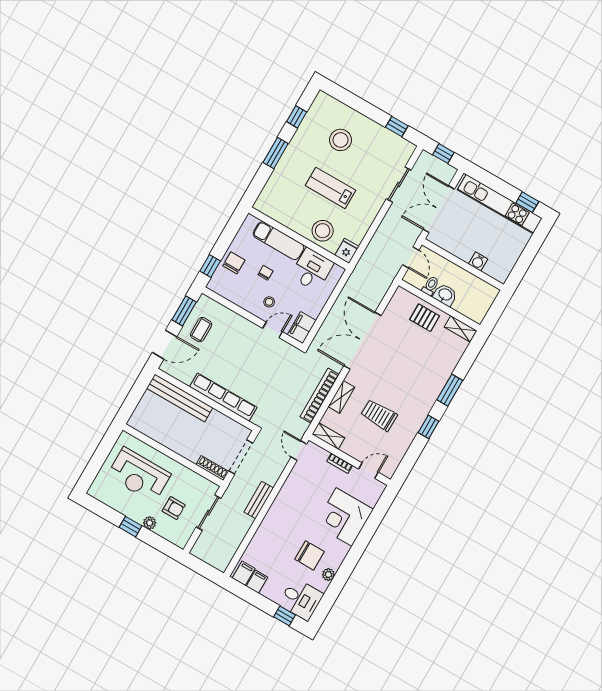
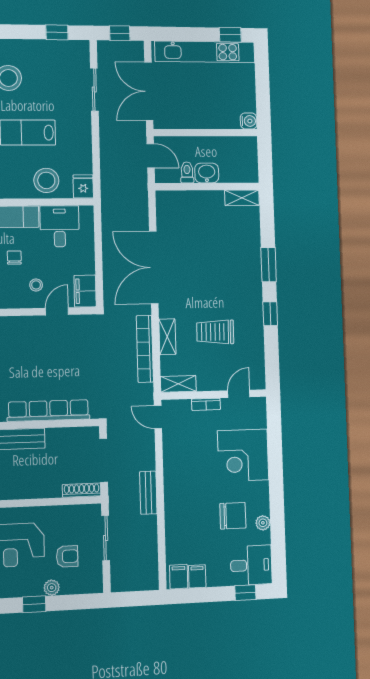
water cooler: (478, 261) -> (249, 121), moved, turned -90
pallet: (425, 318) -> (201, 208), removed

